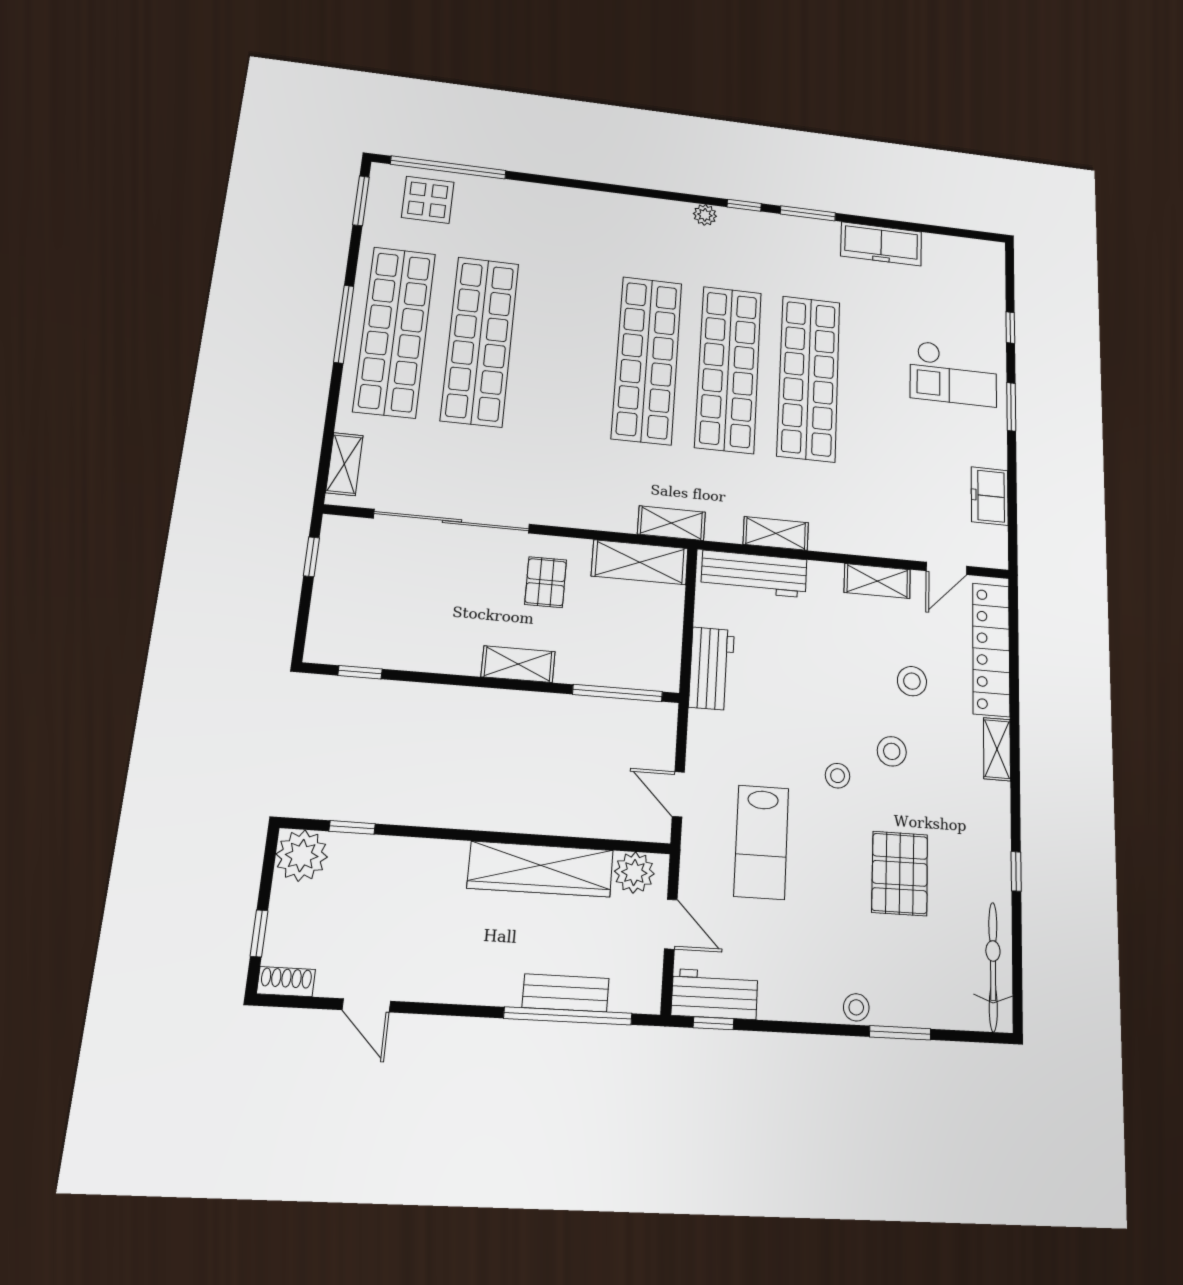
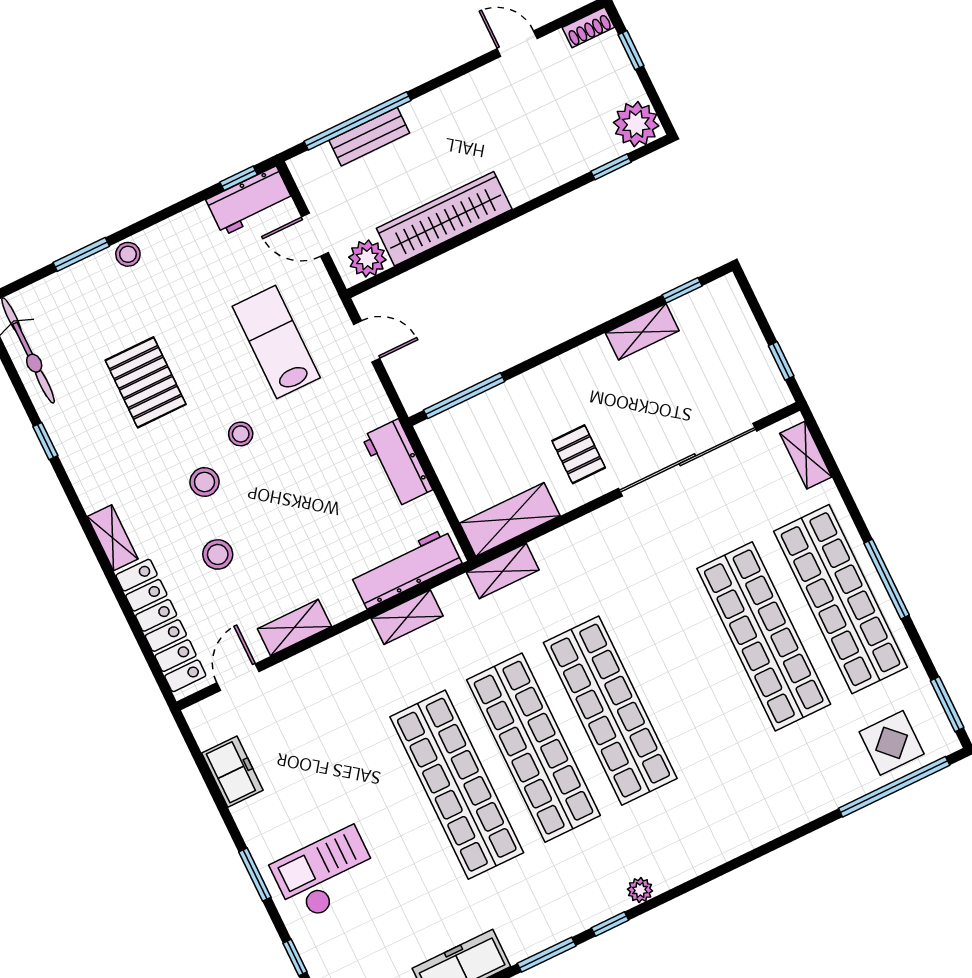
shelving: (518, 664) -> (642, 332), moved

